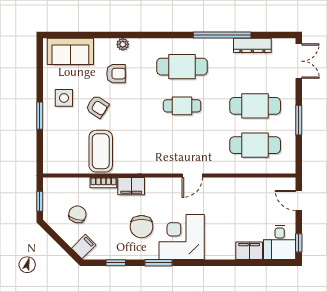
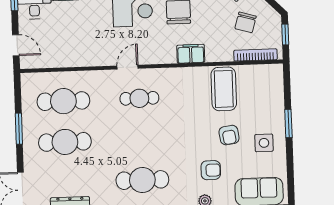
armchair: (116, 74) -> (211, 170), turned 180
cafe table: (182, 106) -> (139, 98), moved
armchair: (97, 107) -> (229, 135), turned -131
bookcase: (103, 183) -> (255, 55), moved, width x1.56

